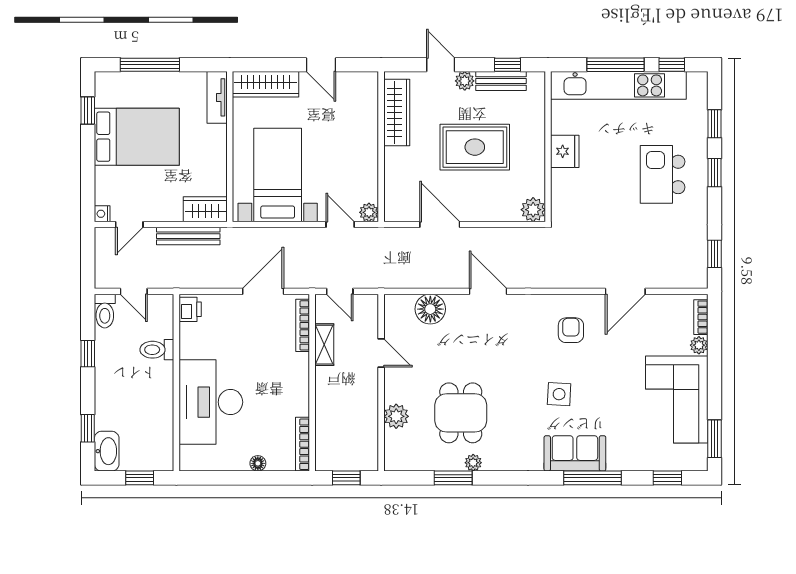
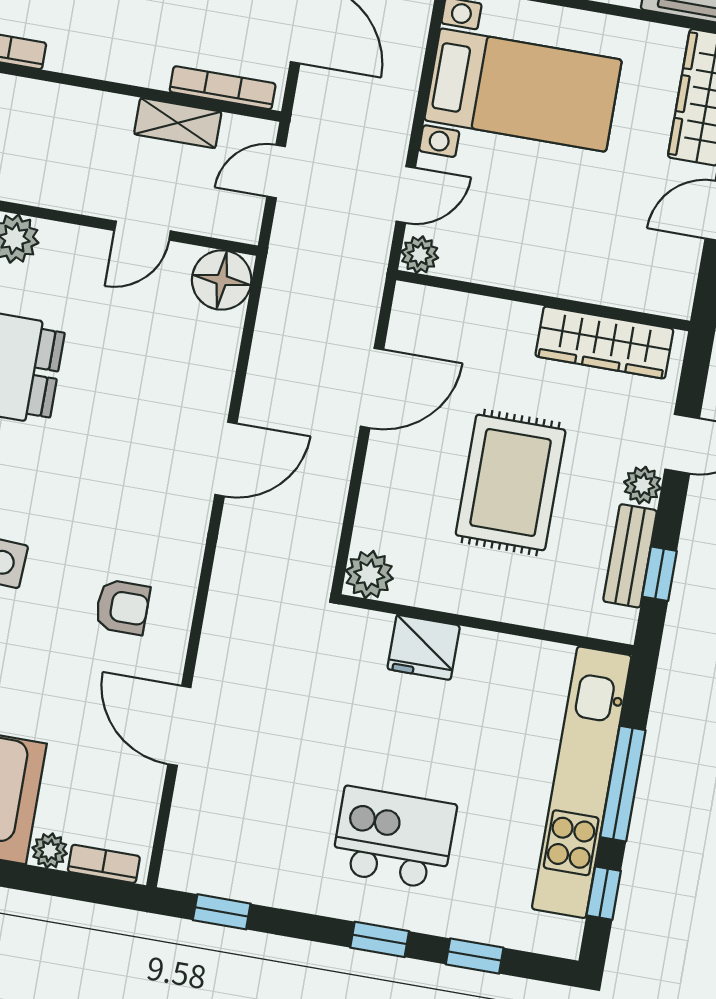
fridge: (565, 151) -> (424, 647), moved
floor lamp: (430, 309) -> (222, 280), moved

